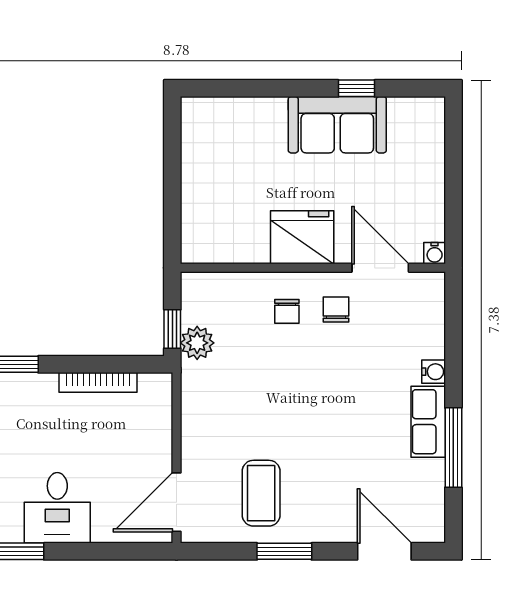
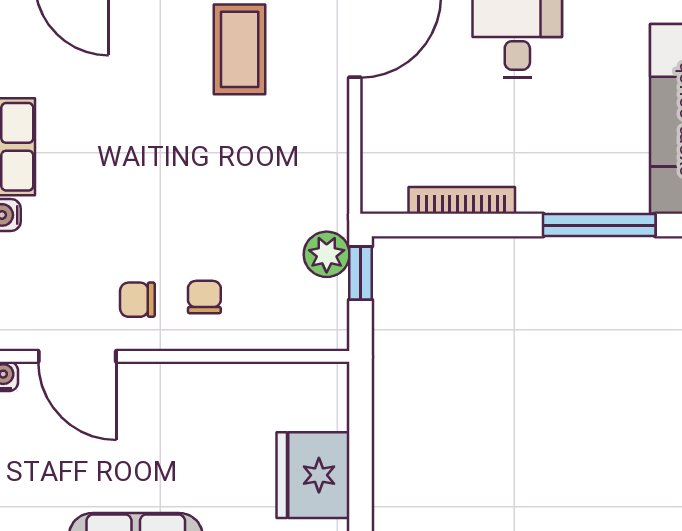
fridge: (302, 237) -> (313, 475), moved, turned 90
chair: (336, 310) -> (137, 300), turned 90

